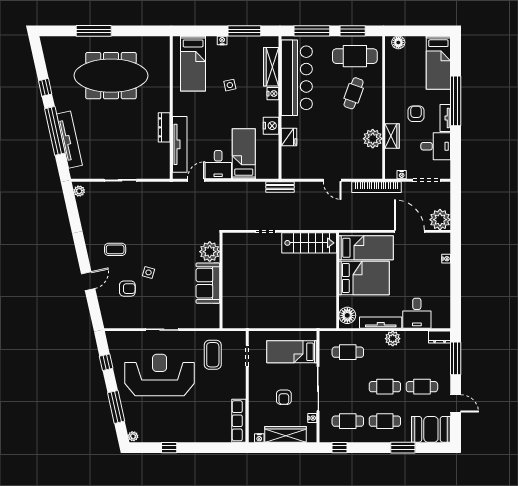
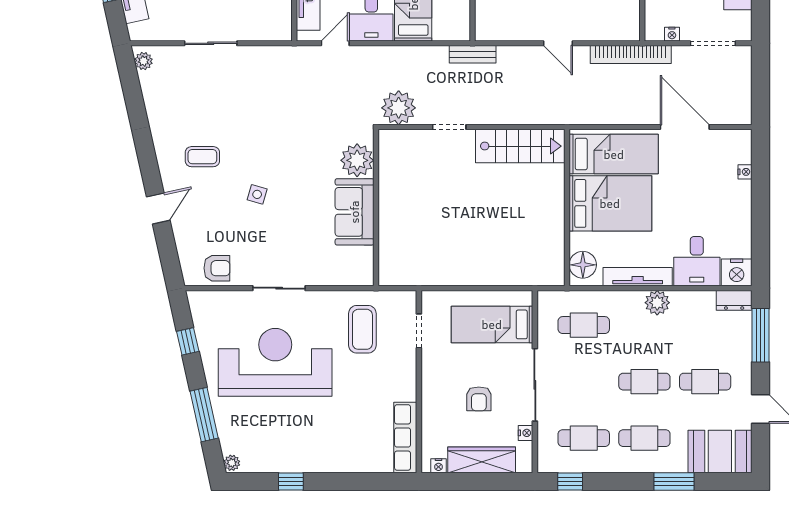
plant: (440, 220) -> (399, 108), moved
armchair: (127, 289) -> (217, 268), moved
nightstand: (441, 320) -> (737, 272), added

